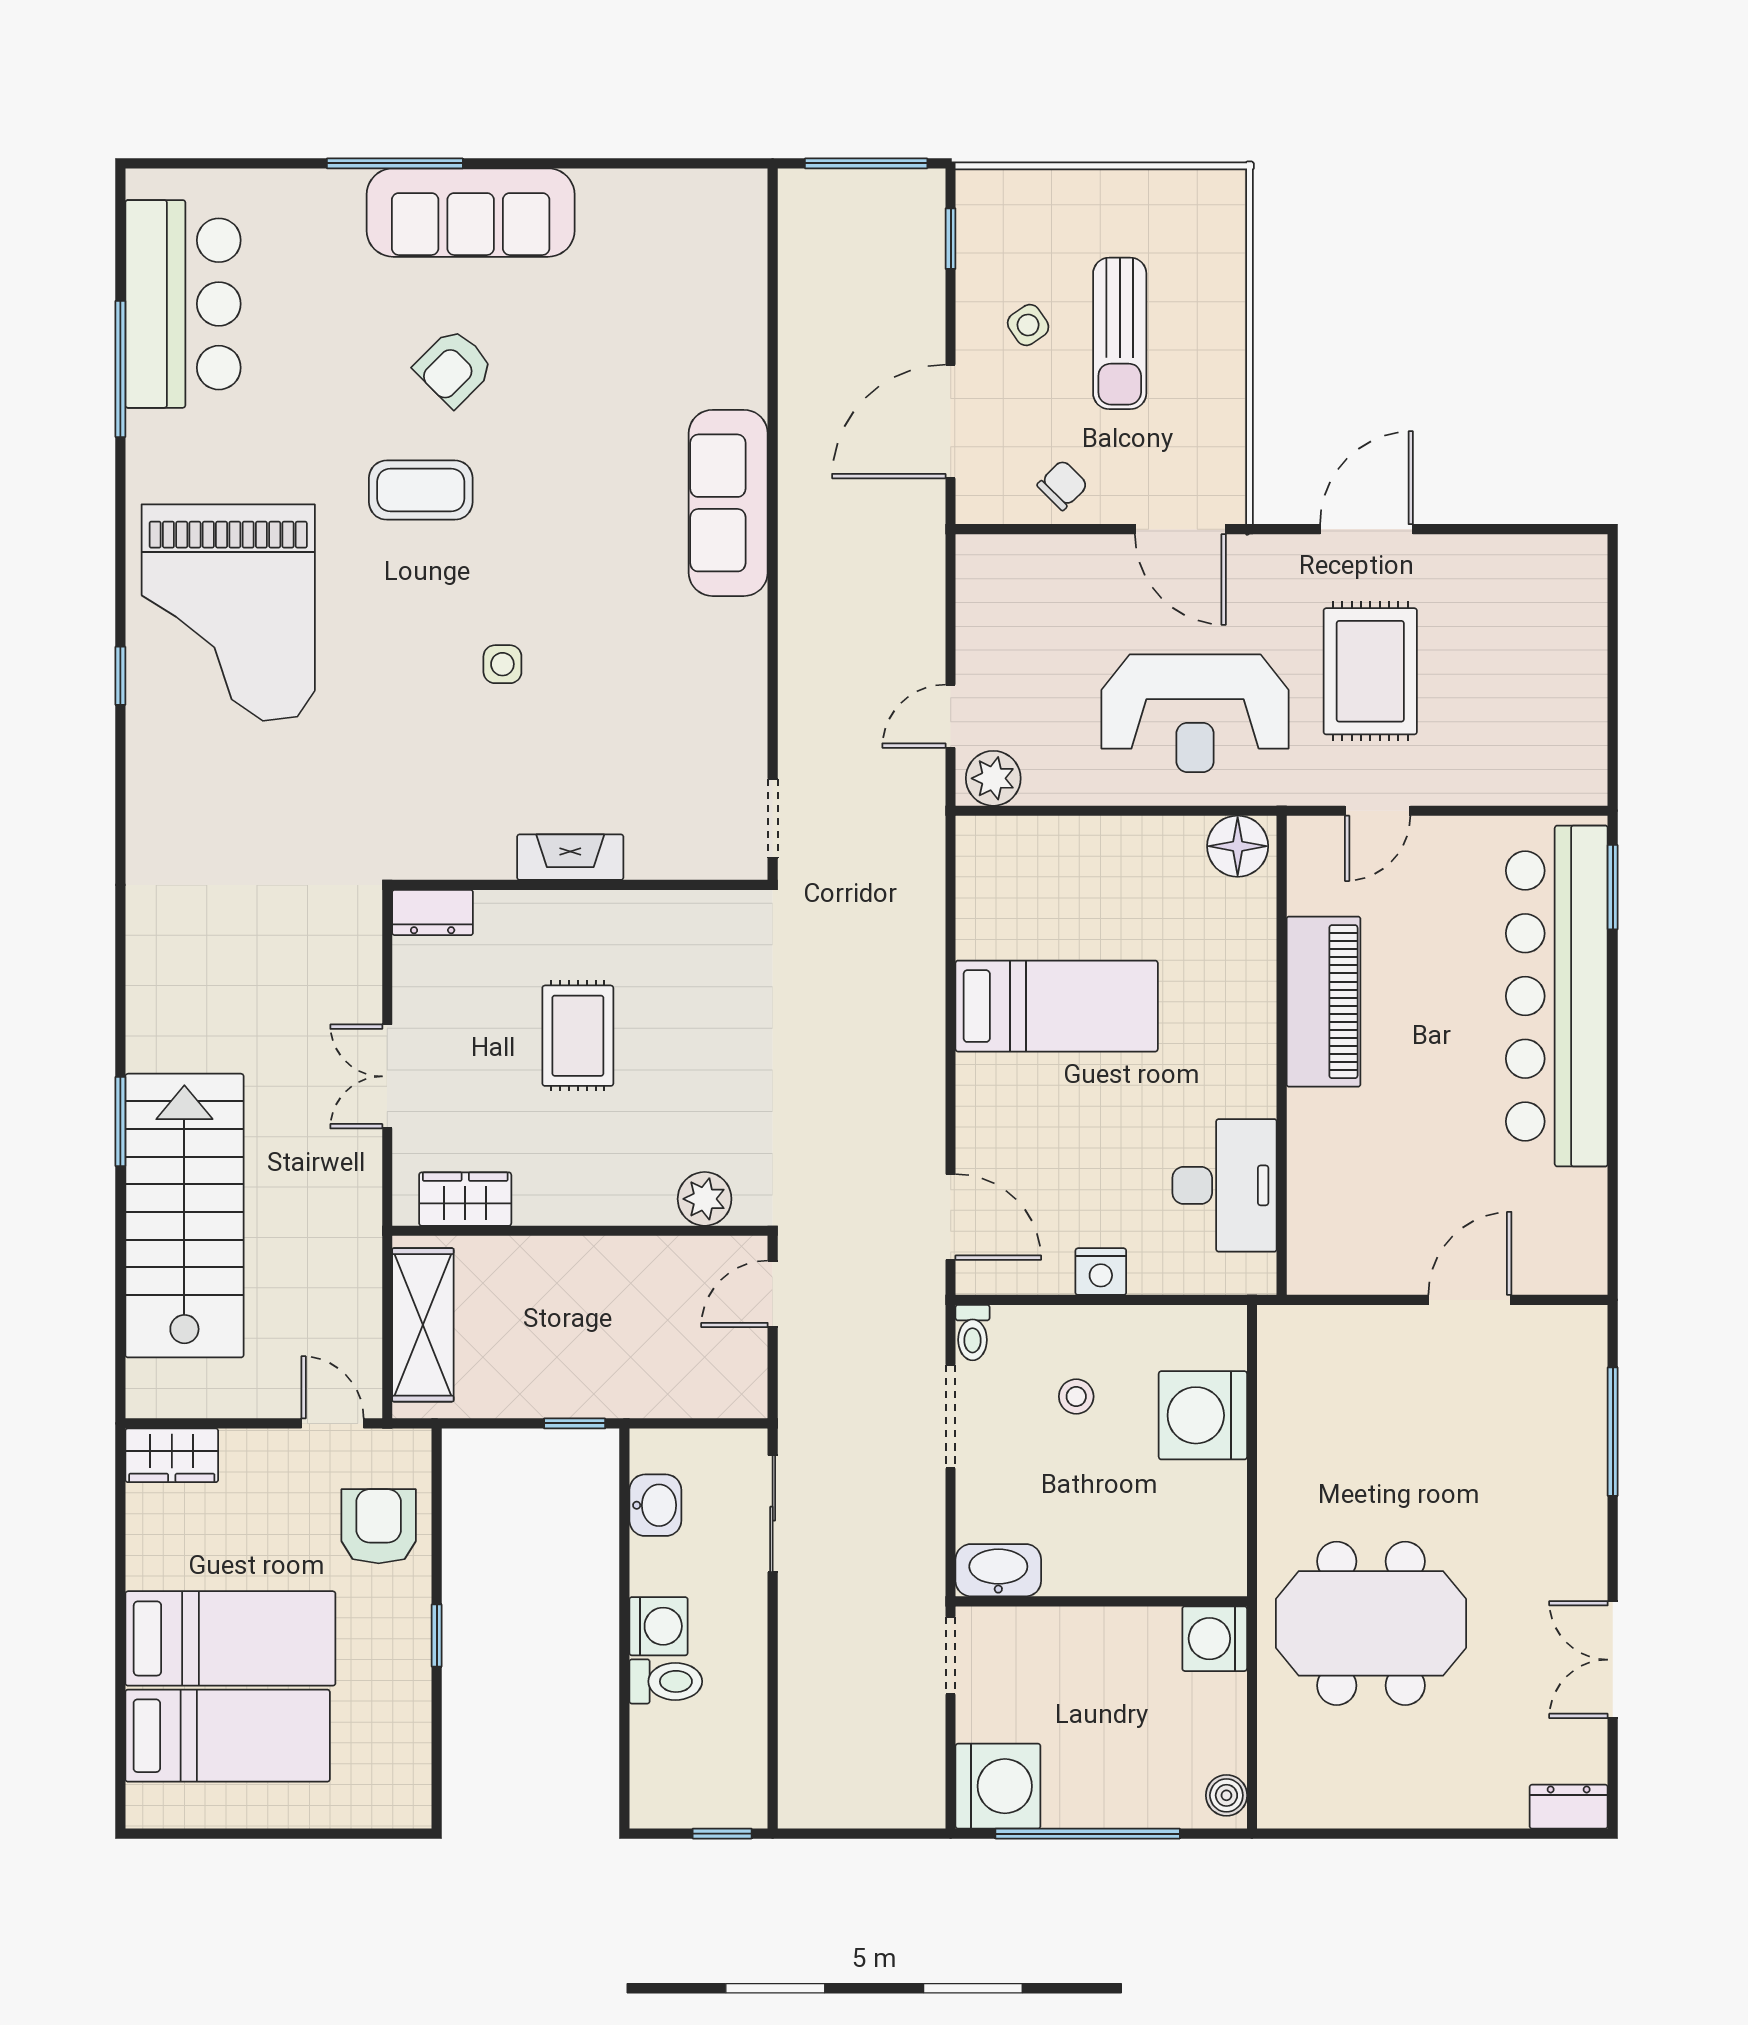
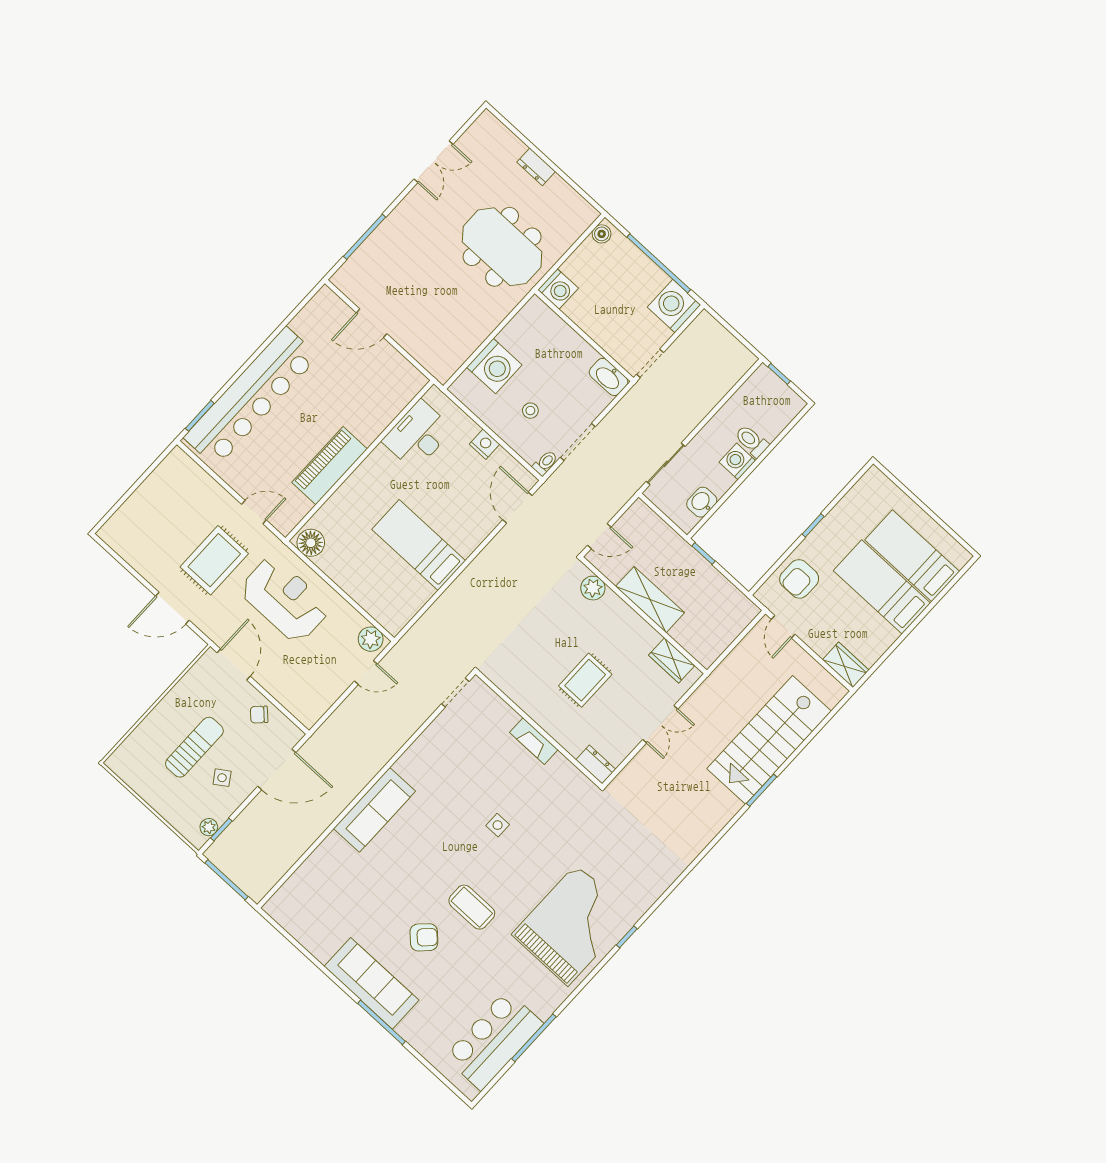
plant: (975, 224) -> (209, 827), added
shelving: (423, 1325) -> (650, 600), moved, turned 90
dresser: (1569, 1807) -> (536, 167), moved

